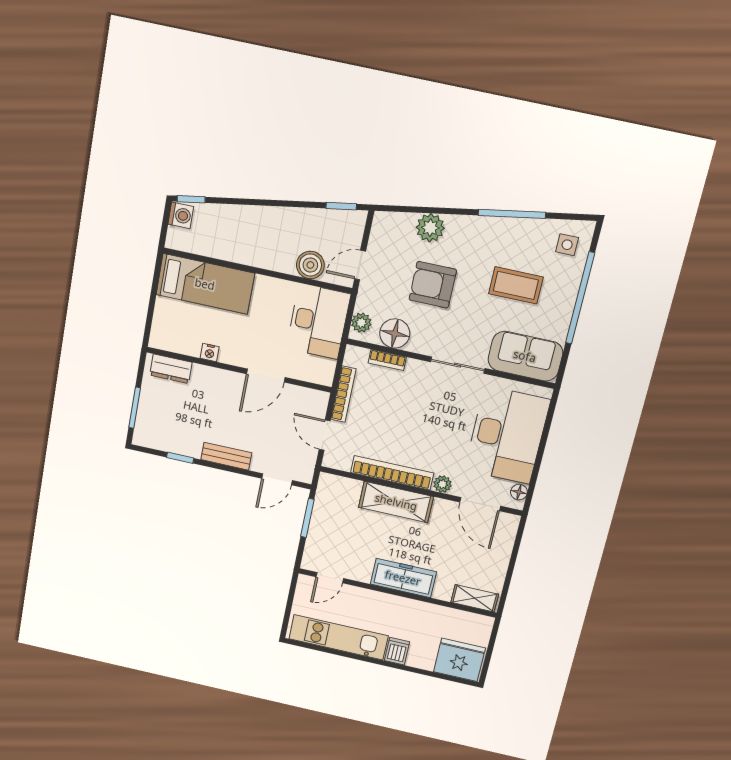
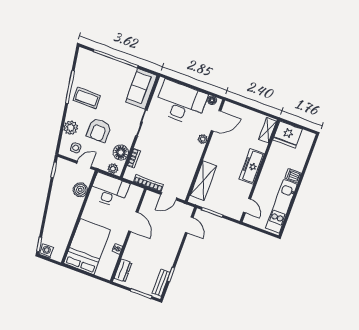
side table: (567, 245) -> (76, 148), moved
door: (360, 265) -> (84, 165), swing flipped
bed: (205, 284) -> (87, 247), width x1.50
coffee table: (516, 285) -> (87, 98), moved, turned 90
bench: (226, 456) -> (161, 283), moved
bookcase: (392, 473) -> (193, 164), removed
shelving: (396, 502) -> (203, 181), moved
fridge: (459, 660) -> (288, 135), moved, turned -90

